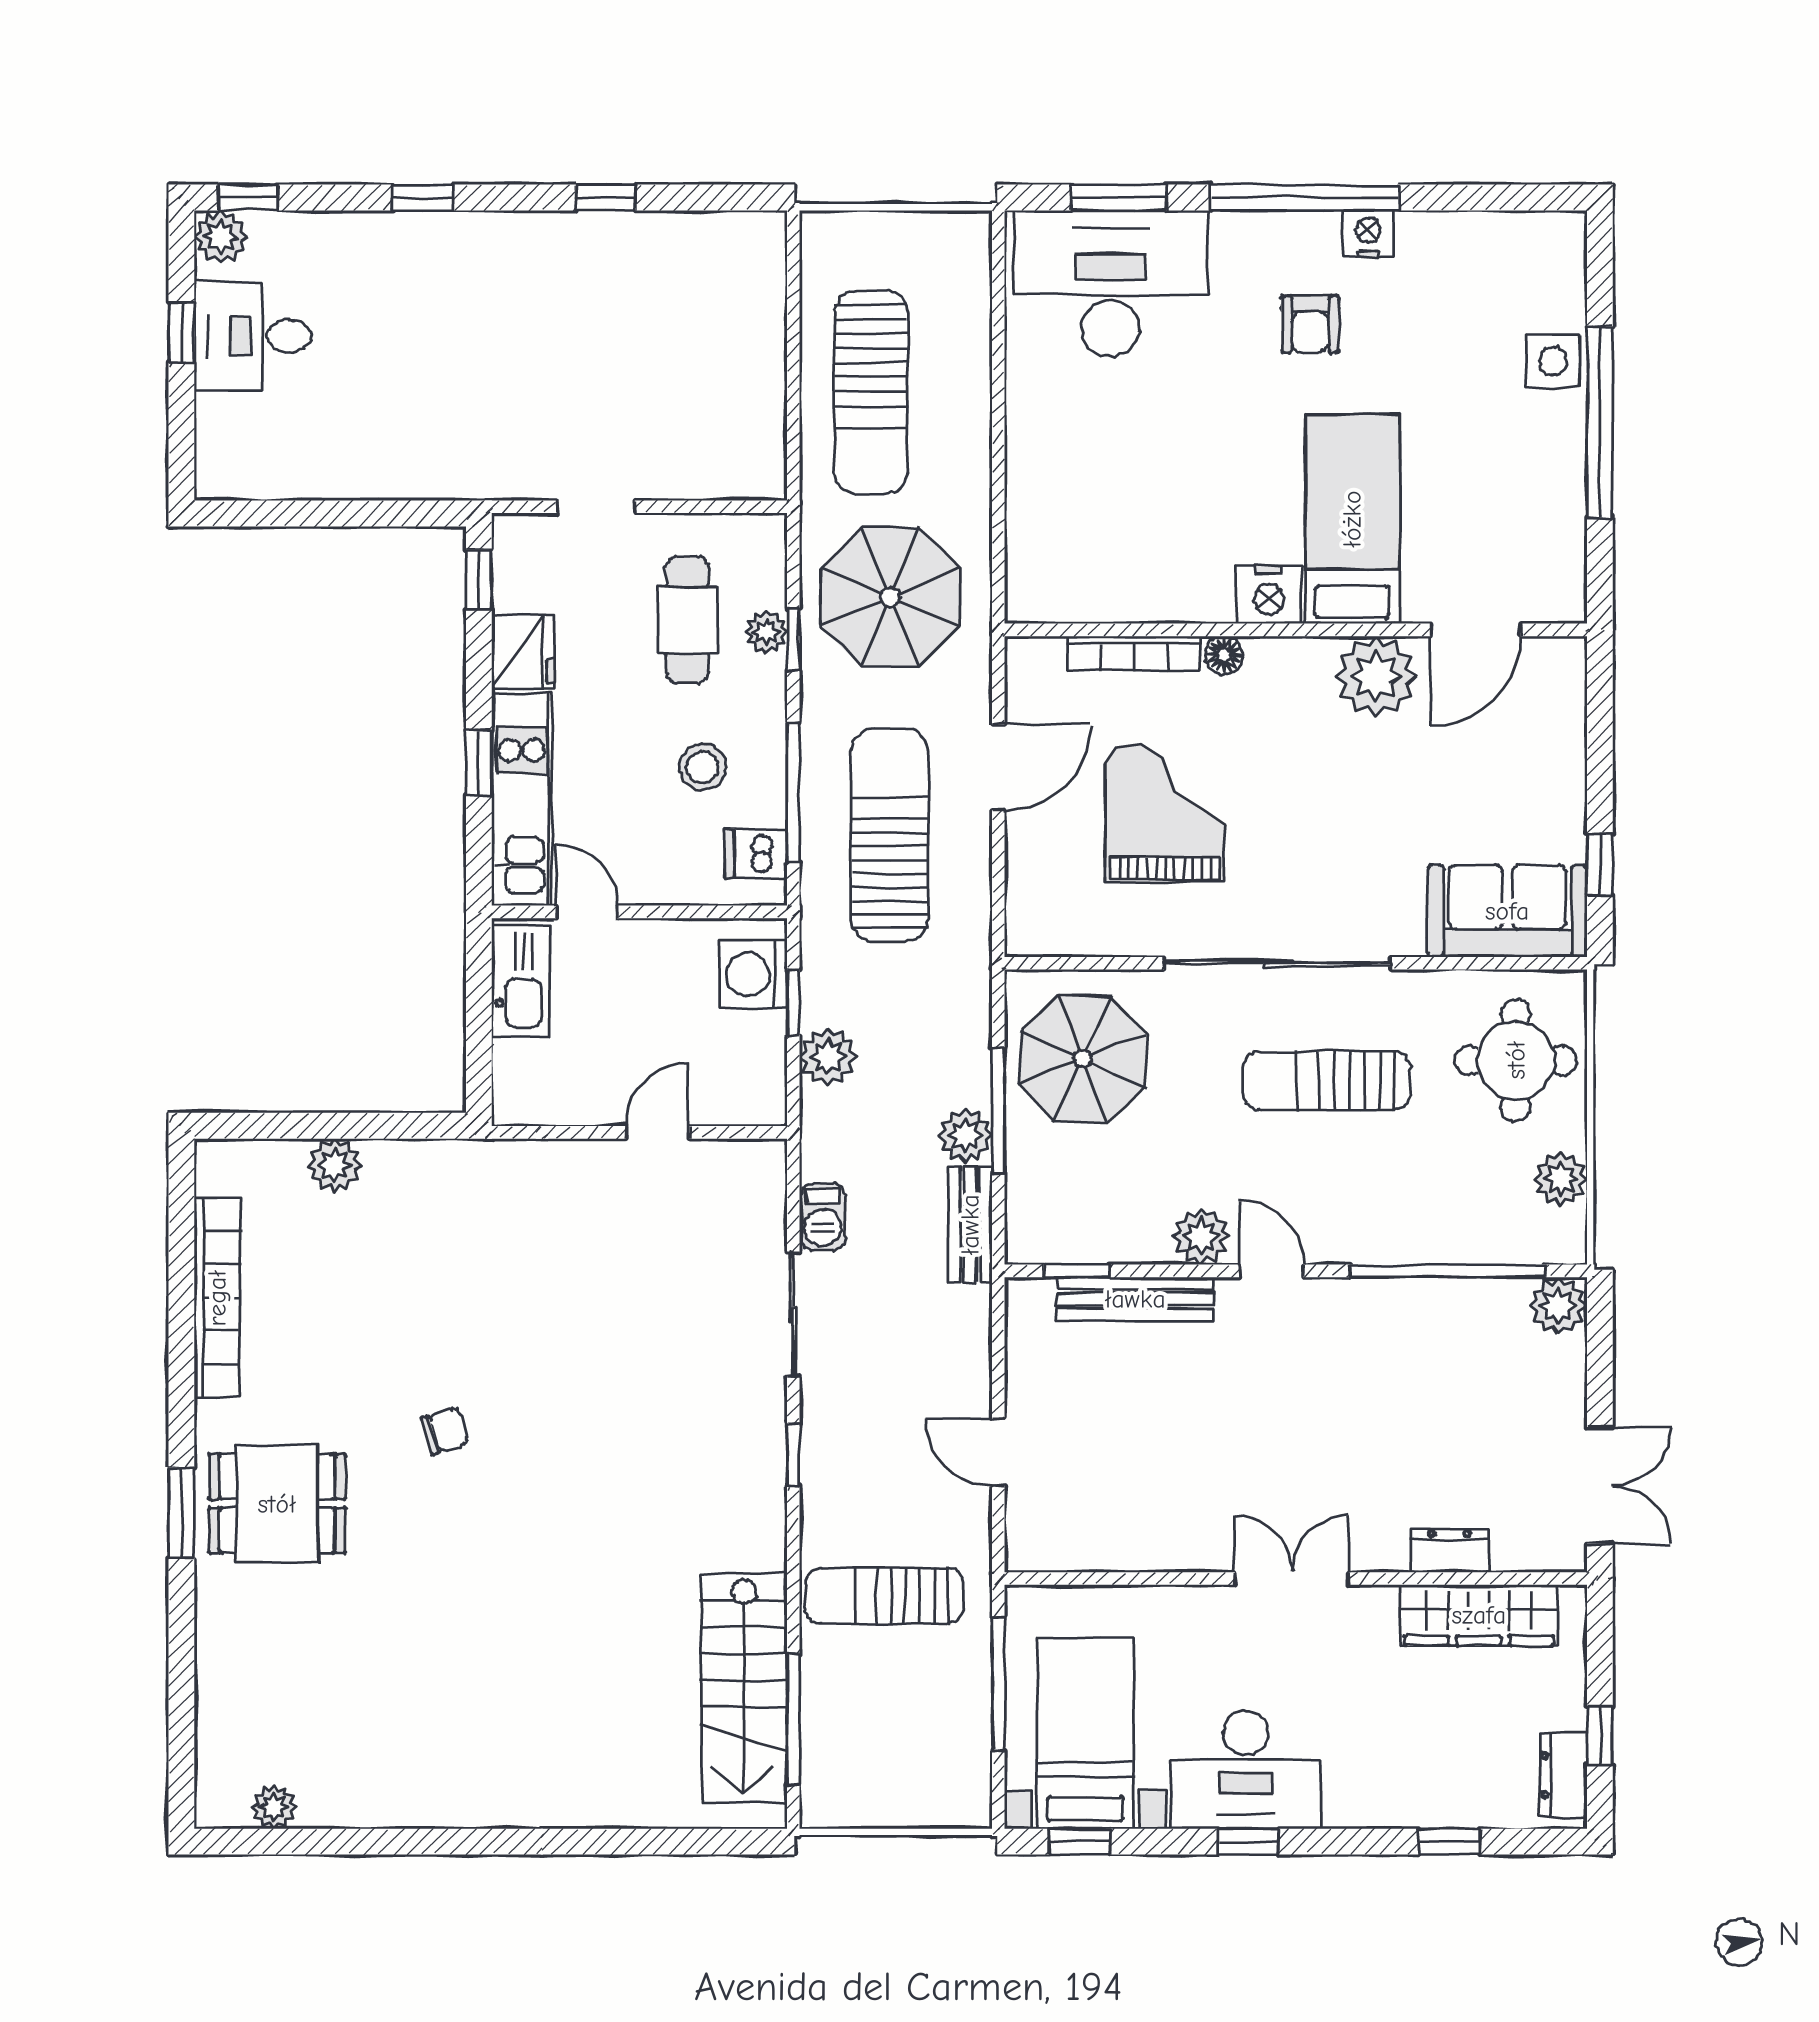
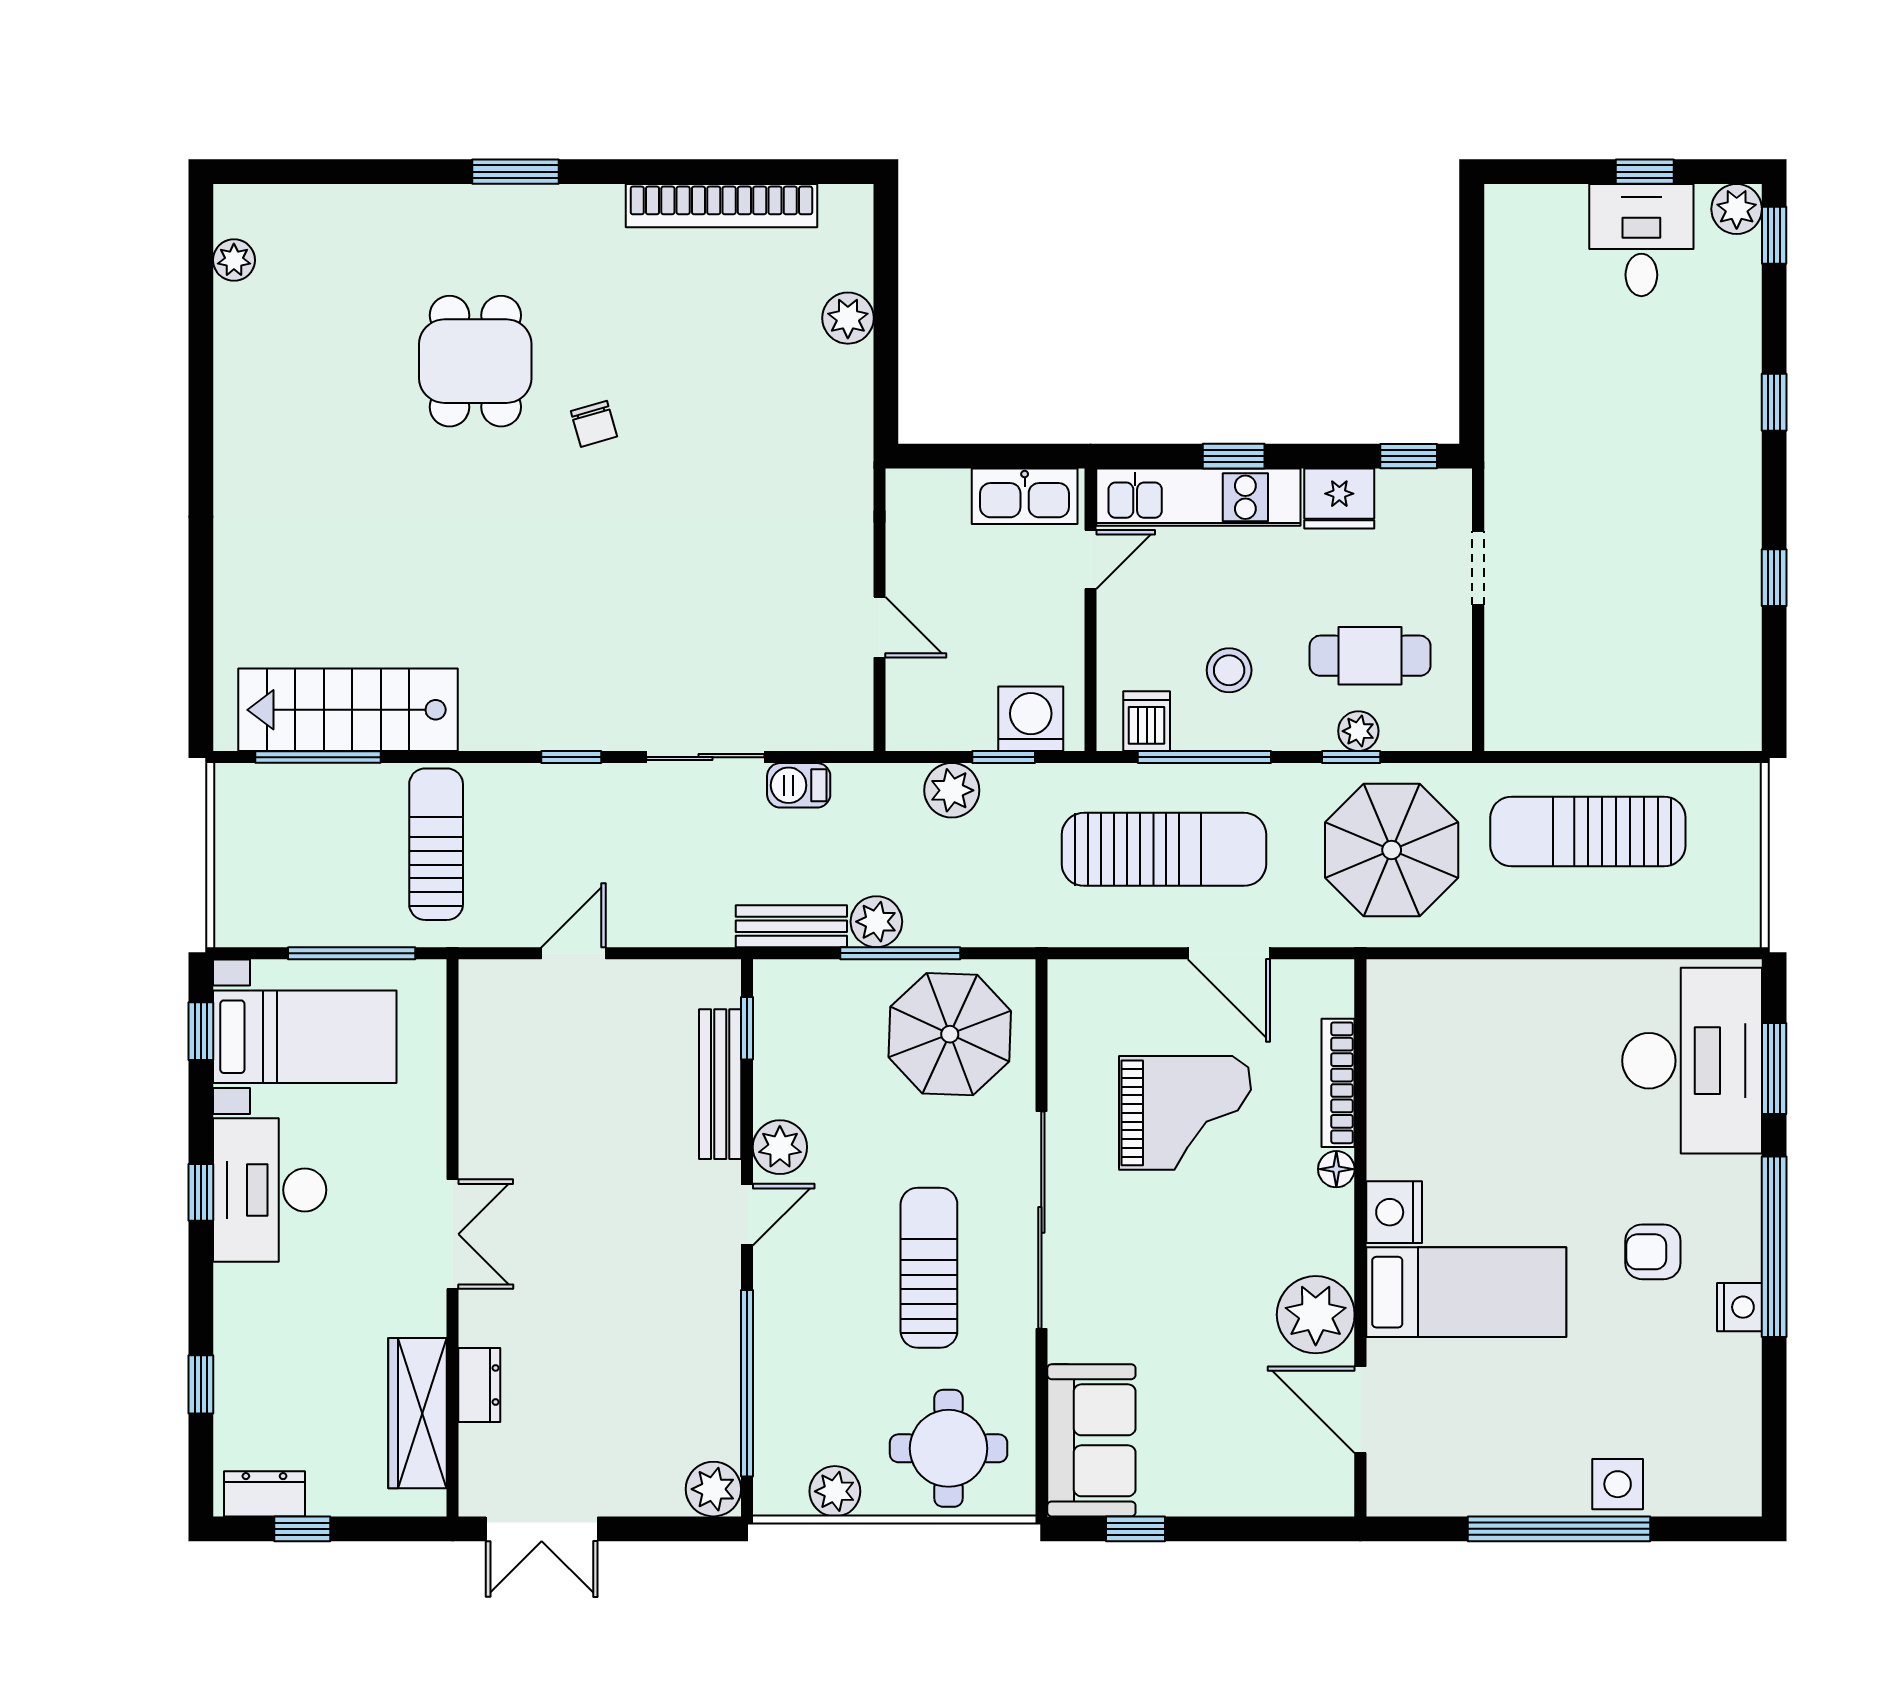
dining table: (277, 1504) -> (475, 361), moved

